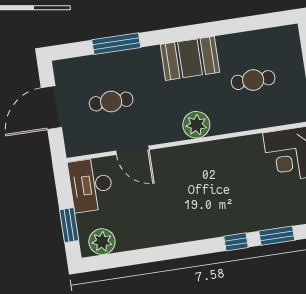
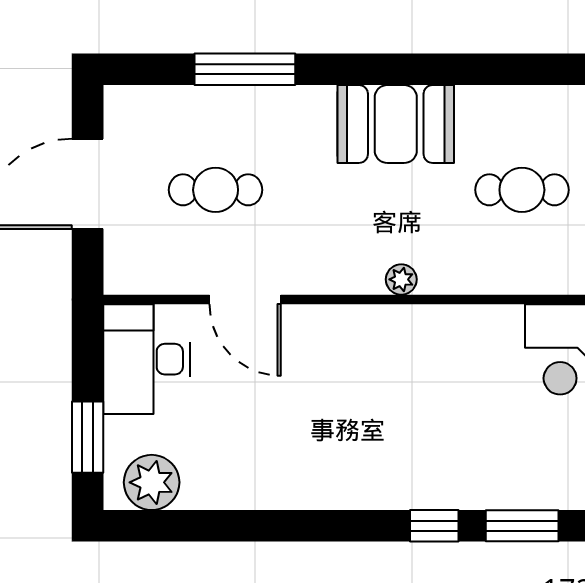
plant: (196, 125) -> (401, 279), width x0.53, depth x0.53

